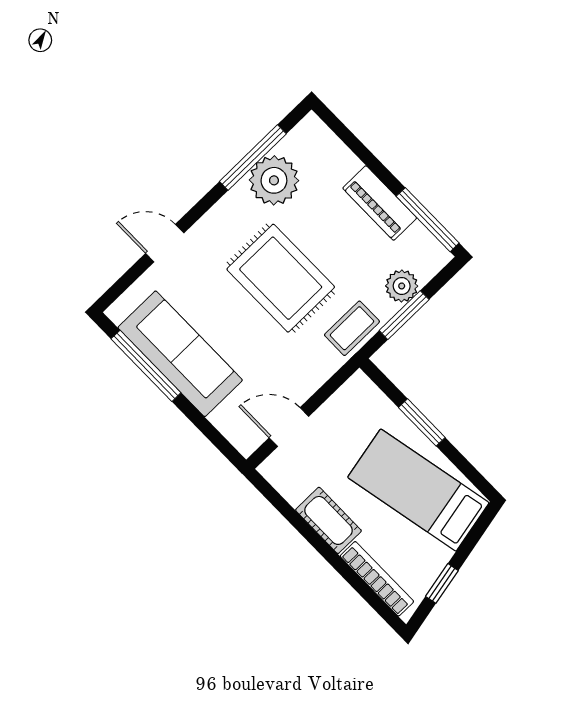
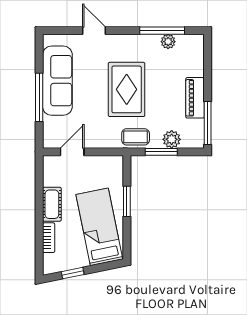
plant: (274, 180) -> (168, 42), width x0.53, depth x0.53
window: (146, 366) -> (39, 97), moved
door: (289, 427) -> (72, 152), hinge flipped
bookcase: (377, 579) -> (49, 238), width x0.64

